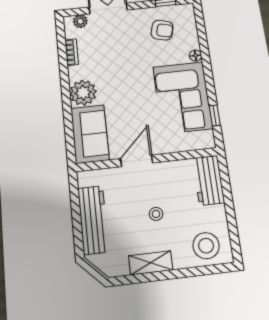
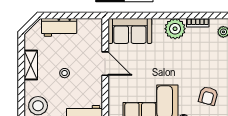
plant: (83, 93) -> (175, 29), moved
workbench: (93, 220) -> (59, 27), width x0.73

